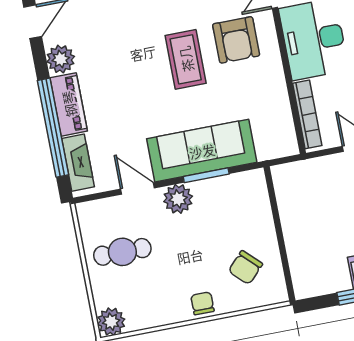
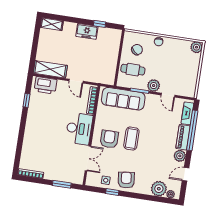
sofa: (202, 151) -> (123, 99), moved
cafe table: (122, 252) -> (133, 70), moved

